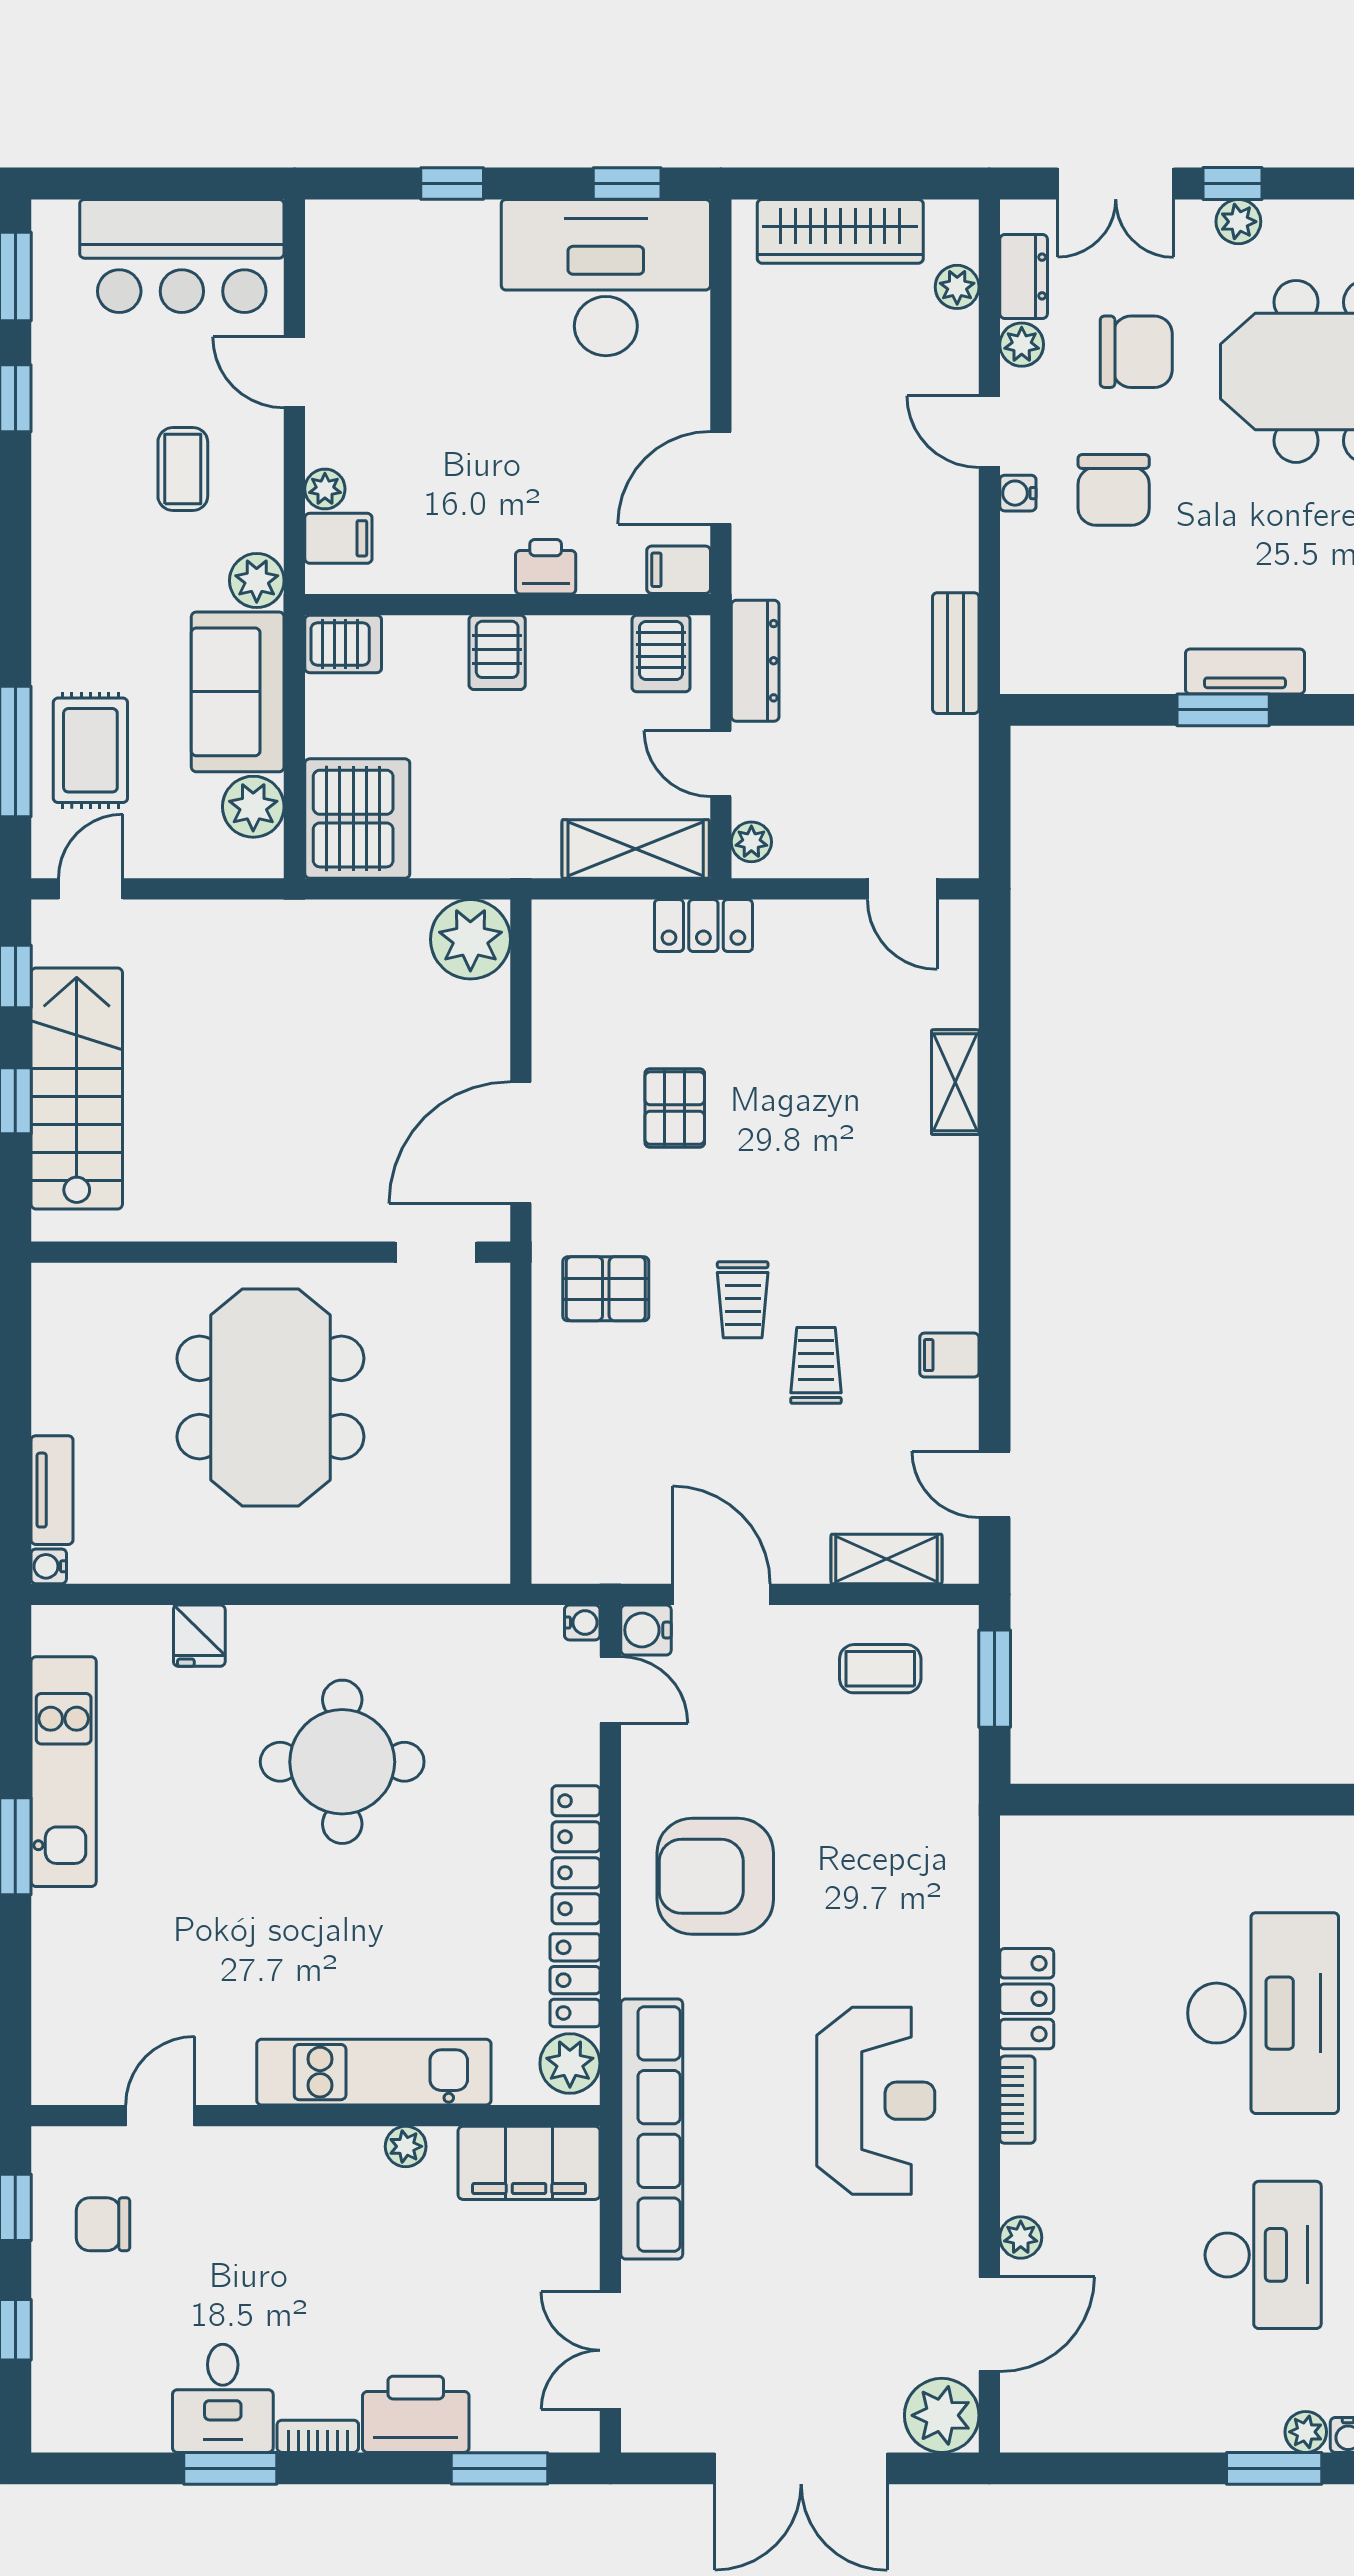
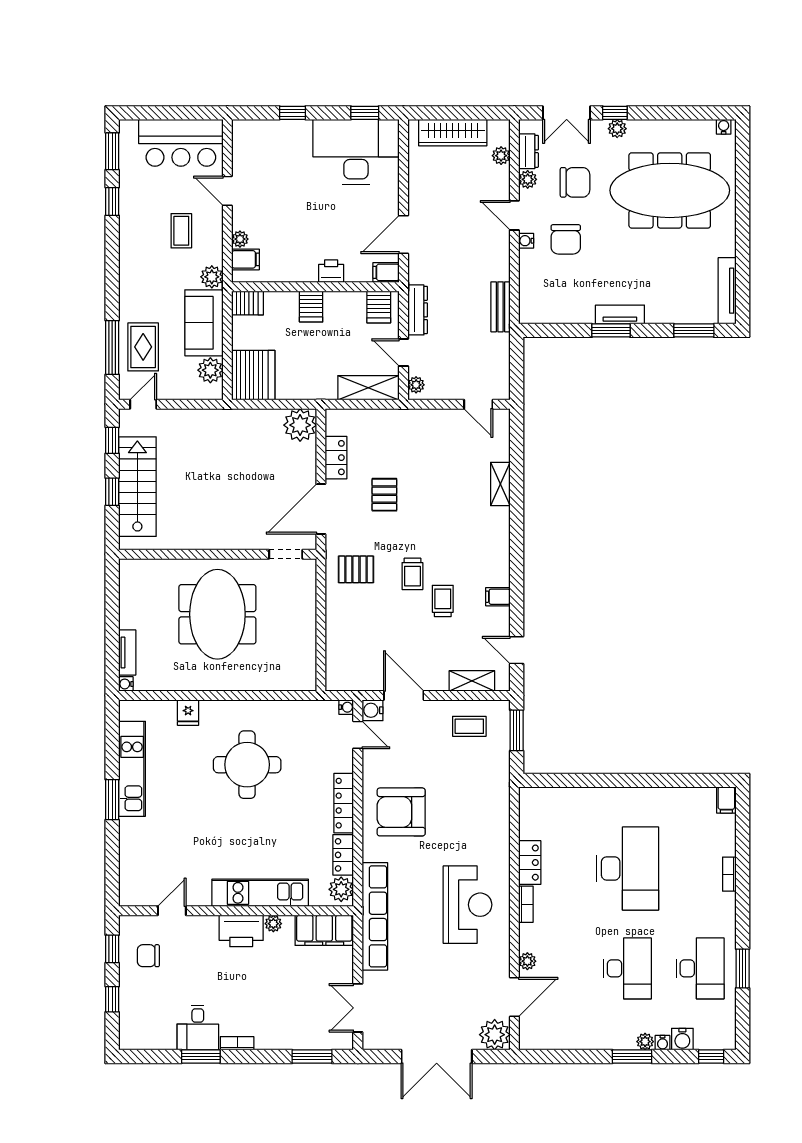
locker: (703, 926) -> (336, 458), moved, turned -90
printer: (416, 2414) -> (241, 931), moved, turned 180

